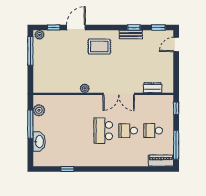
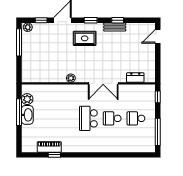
window: (158, 27) -> (91, 20), moved
washbasin: (39, 142) -> (27, 115), moved
piano: (161, 161) -> (49, 147), moved

